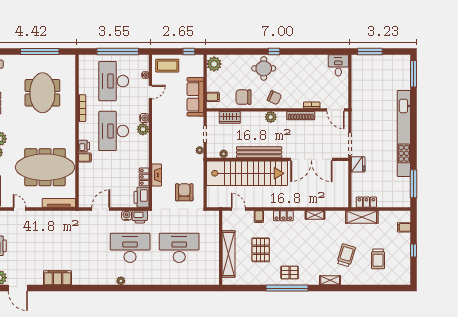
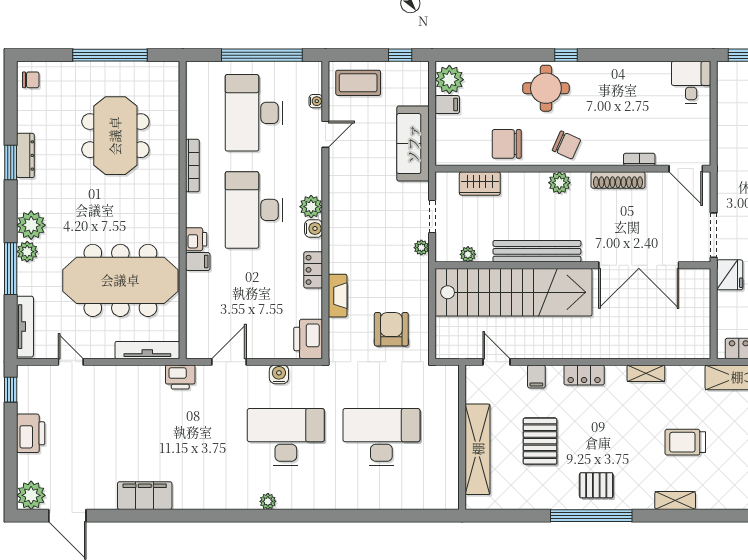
filing cabinet: (213, 97) -> (447, 105), moved
water cooler: (144, 118) -> (314, 229), moved
locker: (144, 177) -> (313, 270), moved
printer: (140, 217) -> (180, 377), moved
trolley: (346, 255) -> (685, 442), moved, turned -107

